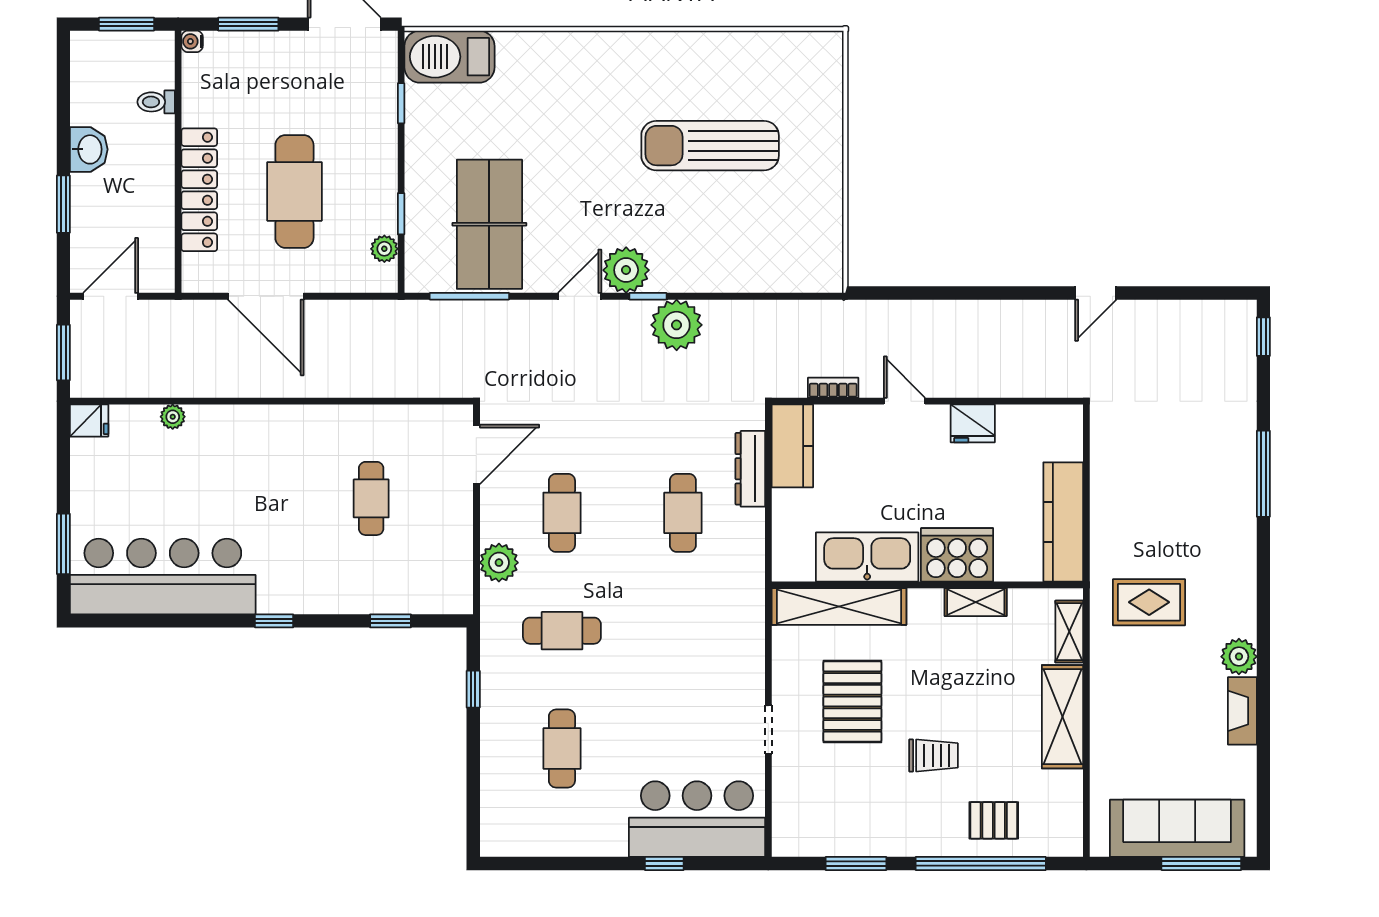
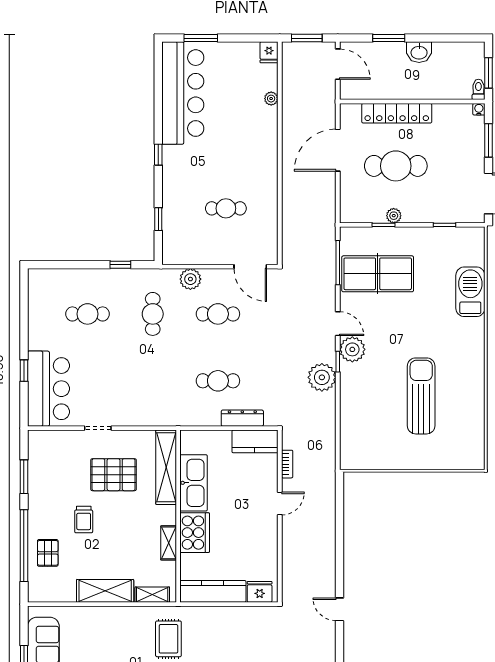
barbecue: (449, 57) -> (470, 292), moved
toilet: (156, 102) -> (478, 89), moved
plant: (384, 249) -> (394, 216), moved
fridge: (973, 423) -> (260, 592), moved, turned 90

